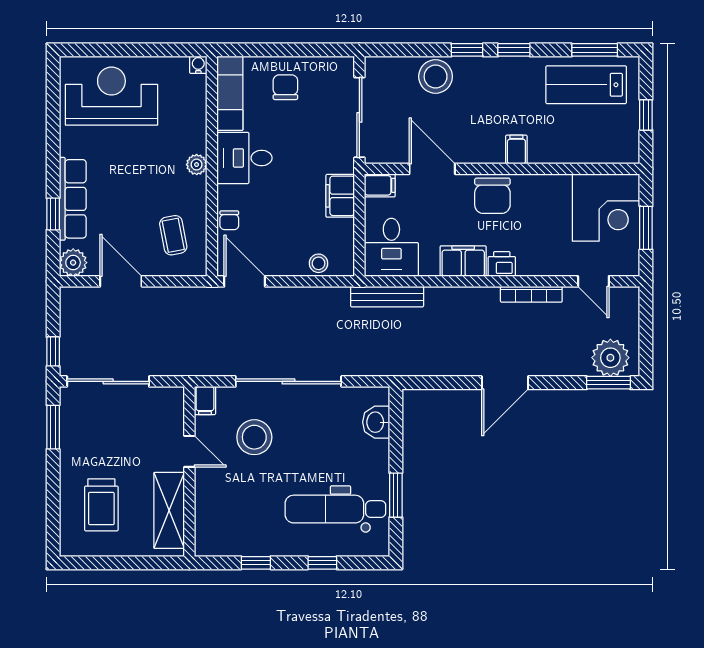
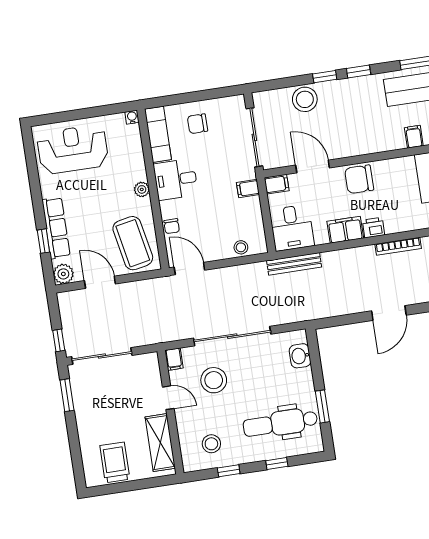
chair: (285, 87) -> (197, 124), turned -90
filing cabinet: (516, 149) -> (414, 137), moved
filing cabinet: (340, 196) -> (248, 188), width x0.50
chair: (492, 196) -> (359, 179), turned 90
coffee table: (173, 235) -> (133, 243), width x1.86, depth x1.72
trolley: (101, 505) -> (115, 462), moved, turned 180
stool: (238, 523) -> (211, 444), added

